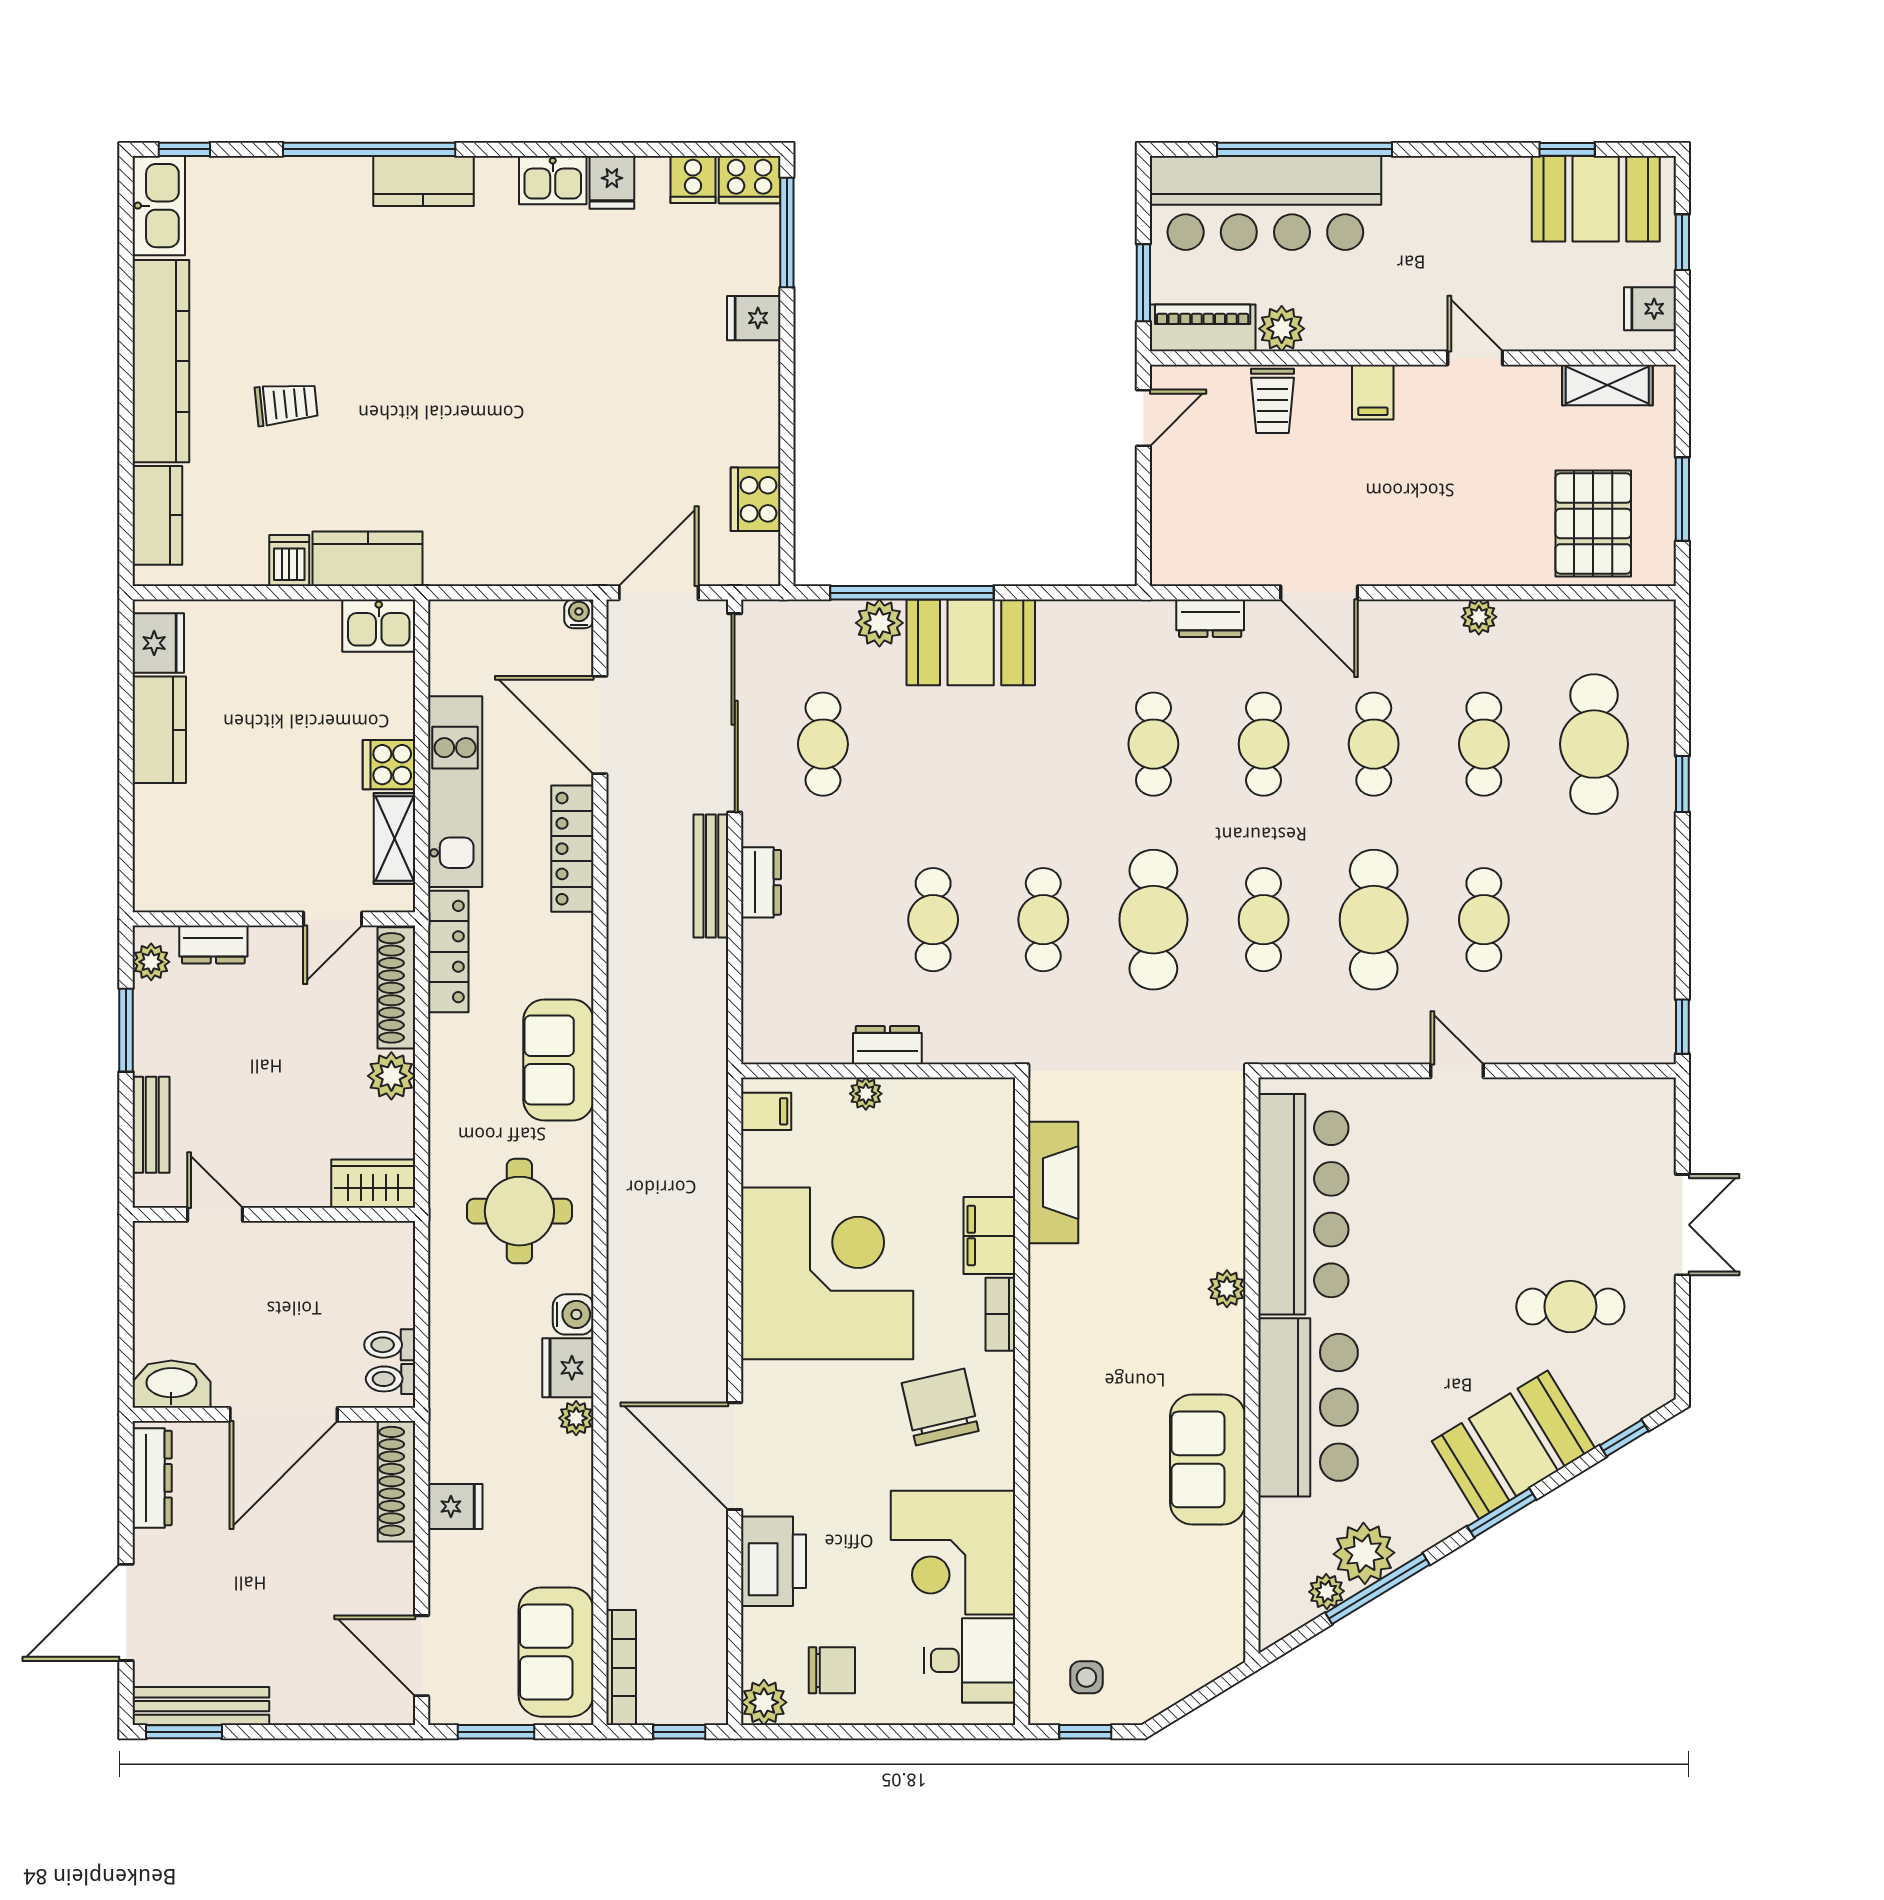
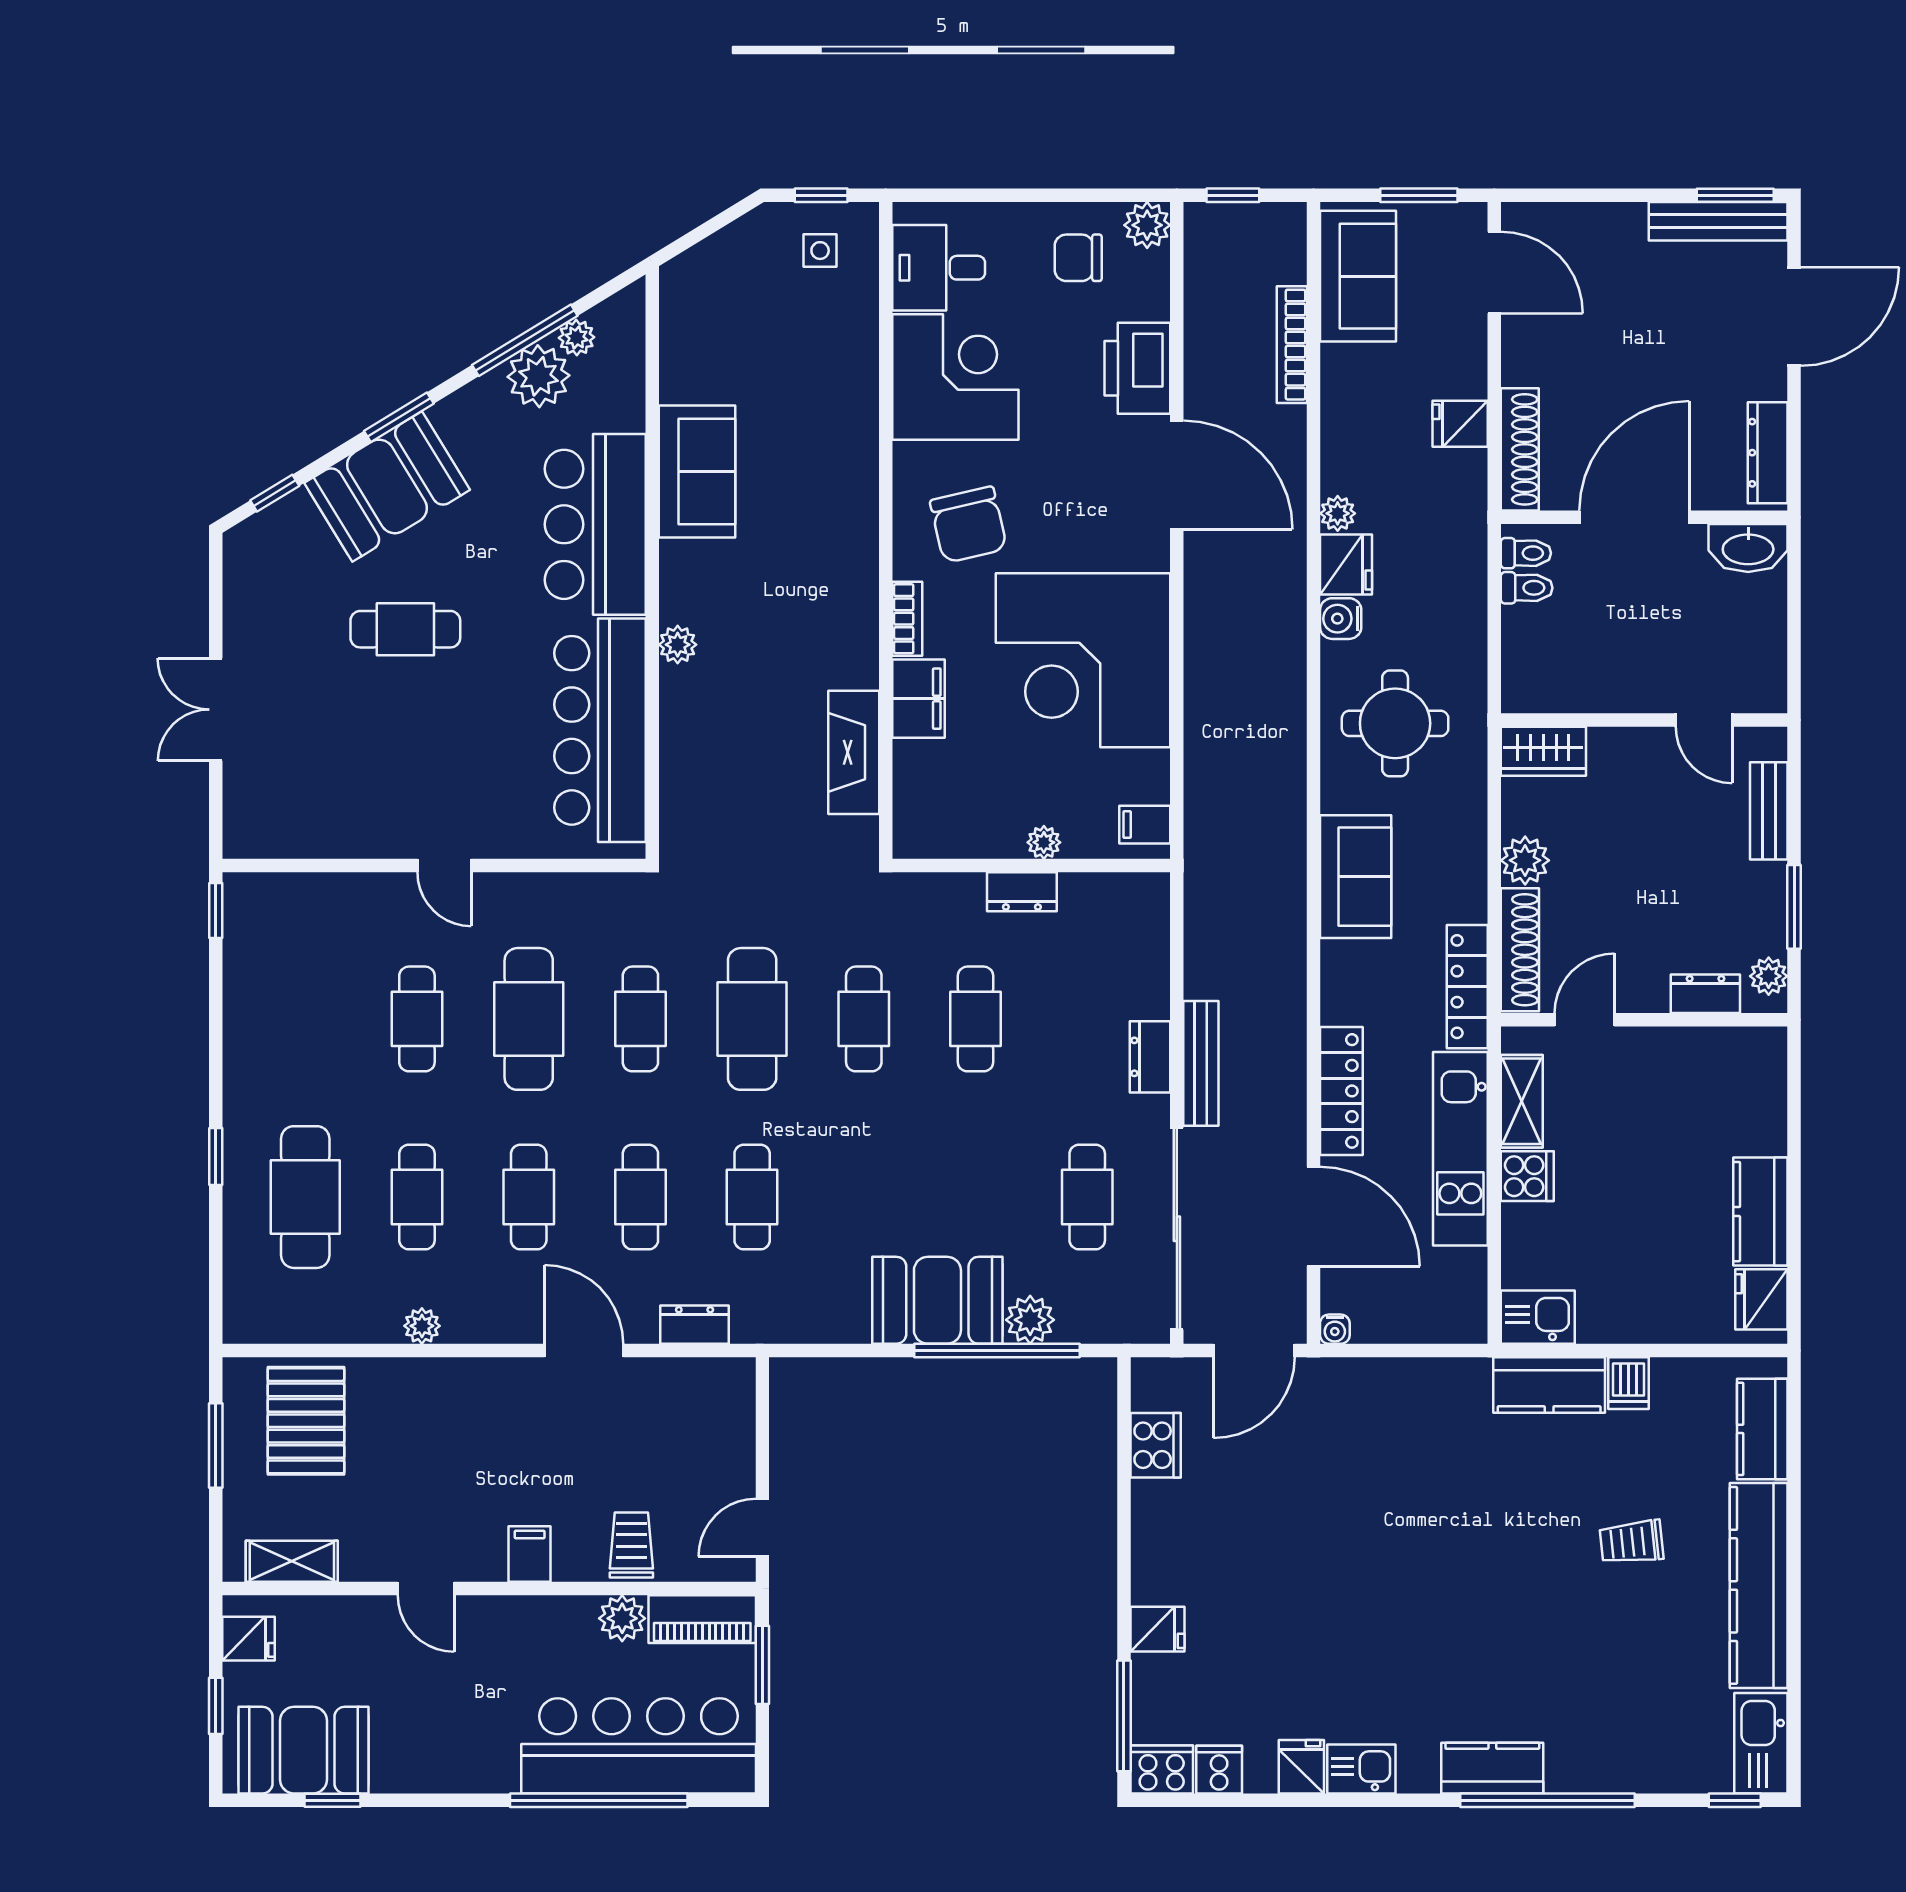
cafe table: (1570, 1307) -> (405, 629), moved
bookcase: (621, 1668) -> (1292, 345), moved

